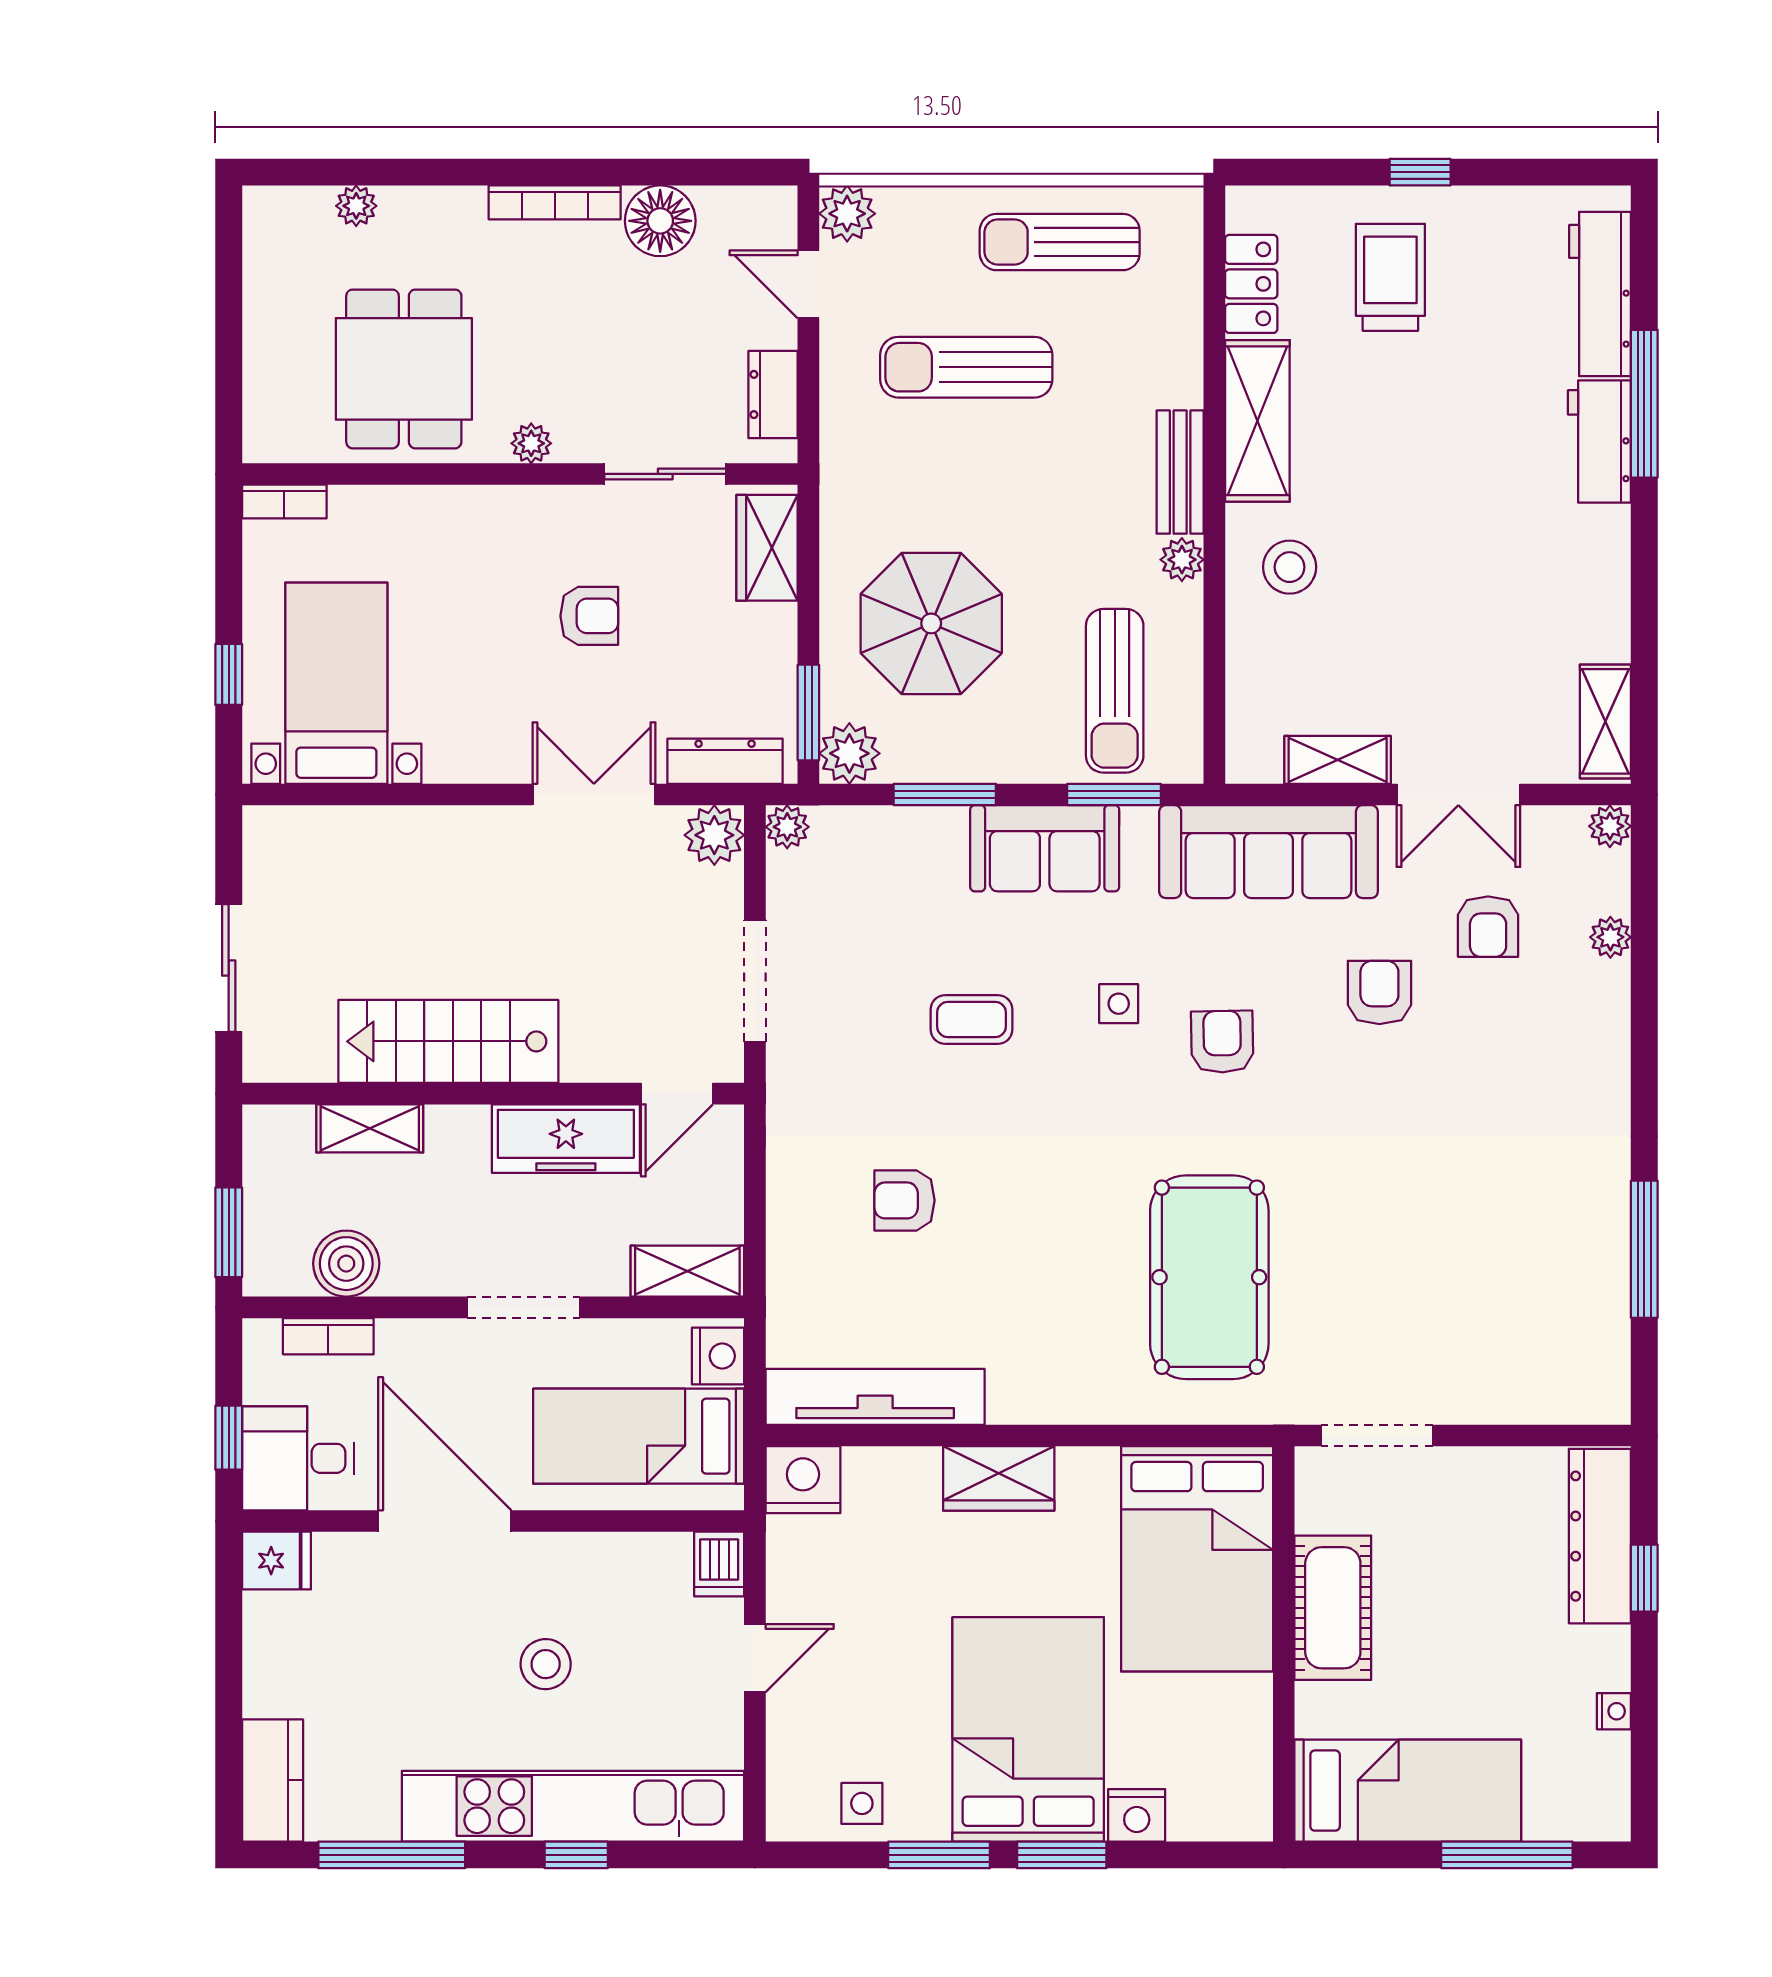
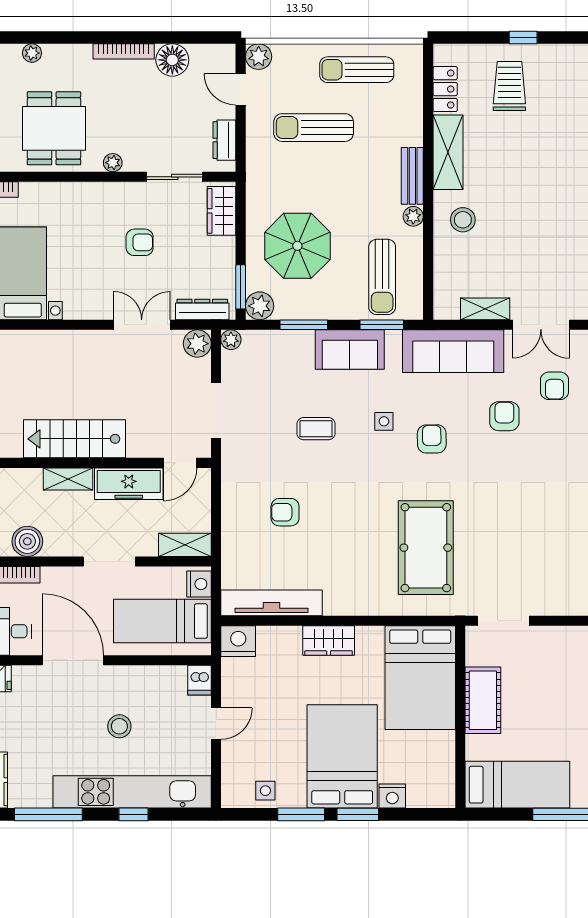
shelving: (370, 1128) -> (68, 479), moved

